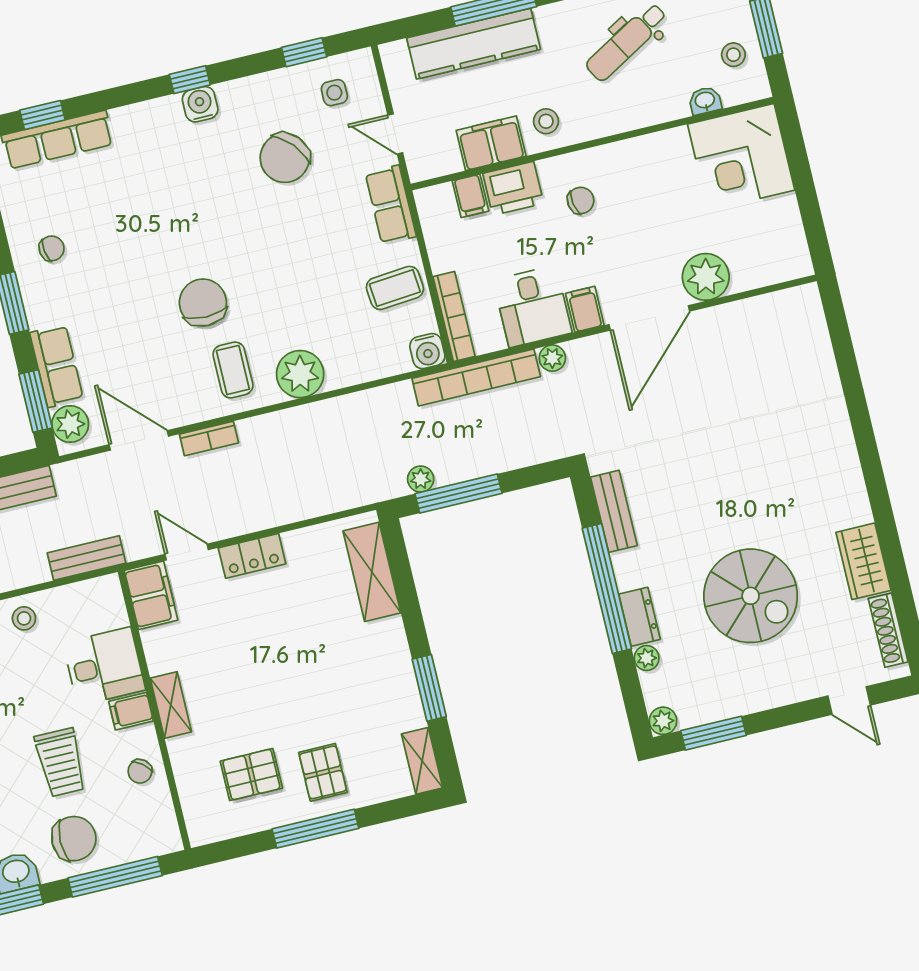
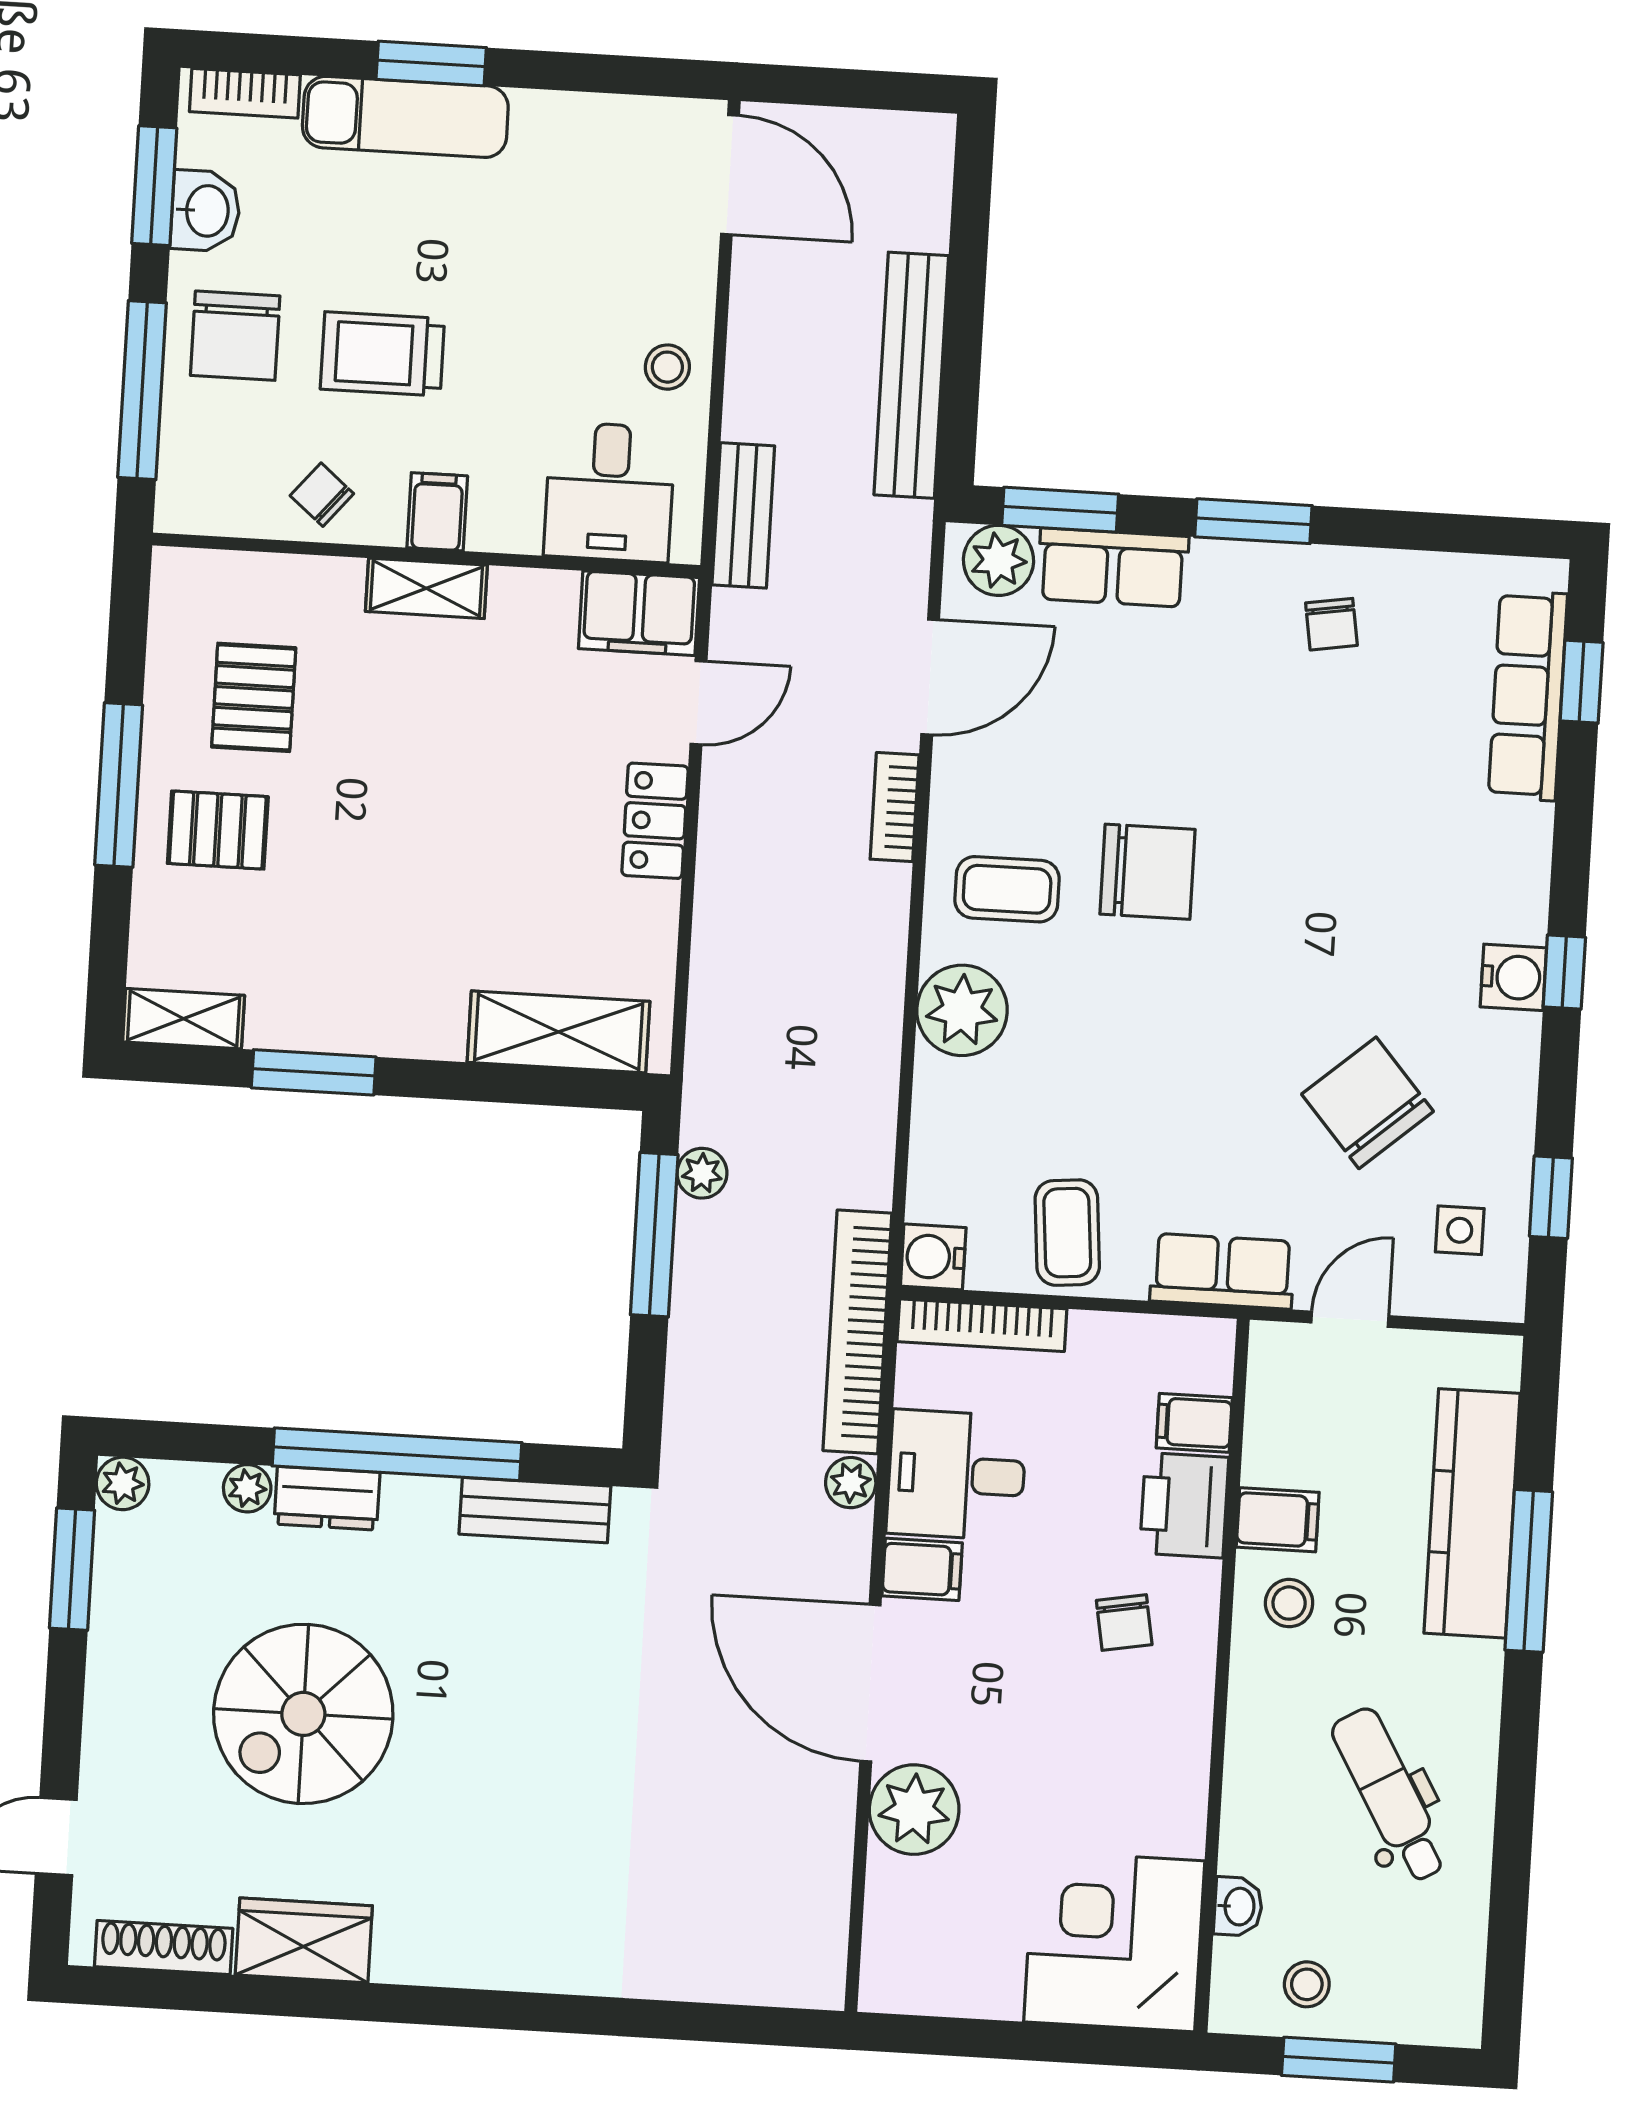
filing cabinet: (491, 143) -> (1278, 1520), width x0.50
desk: (104, 666) -> (610, 492), moved

